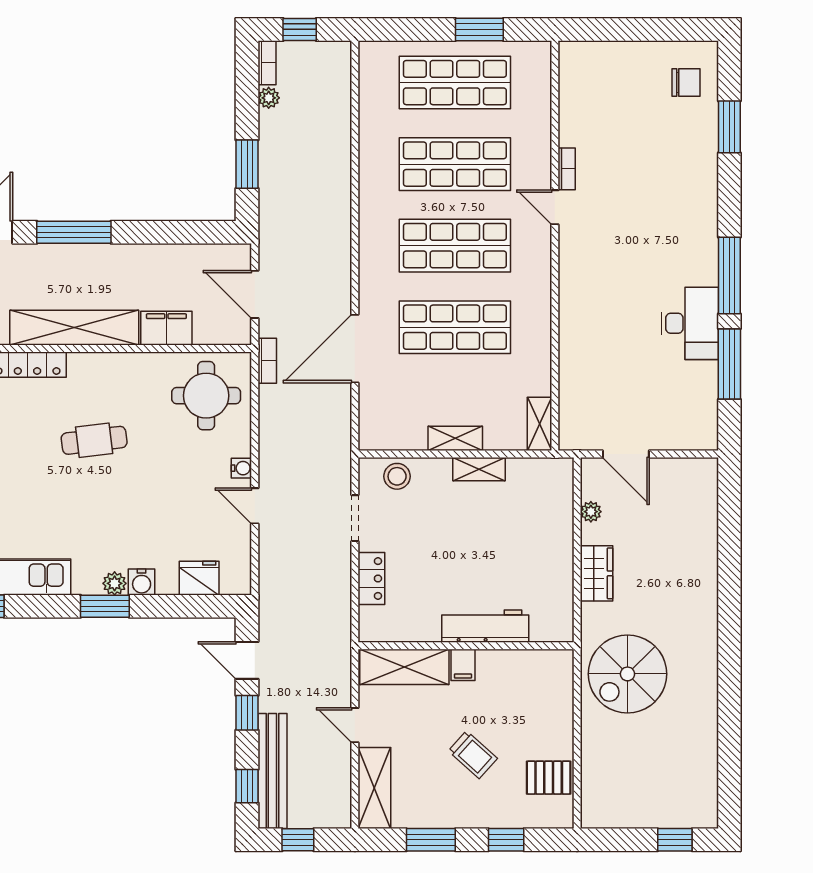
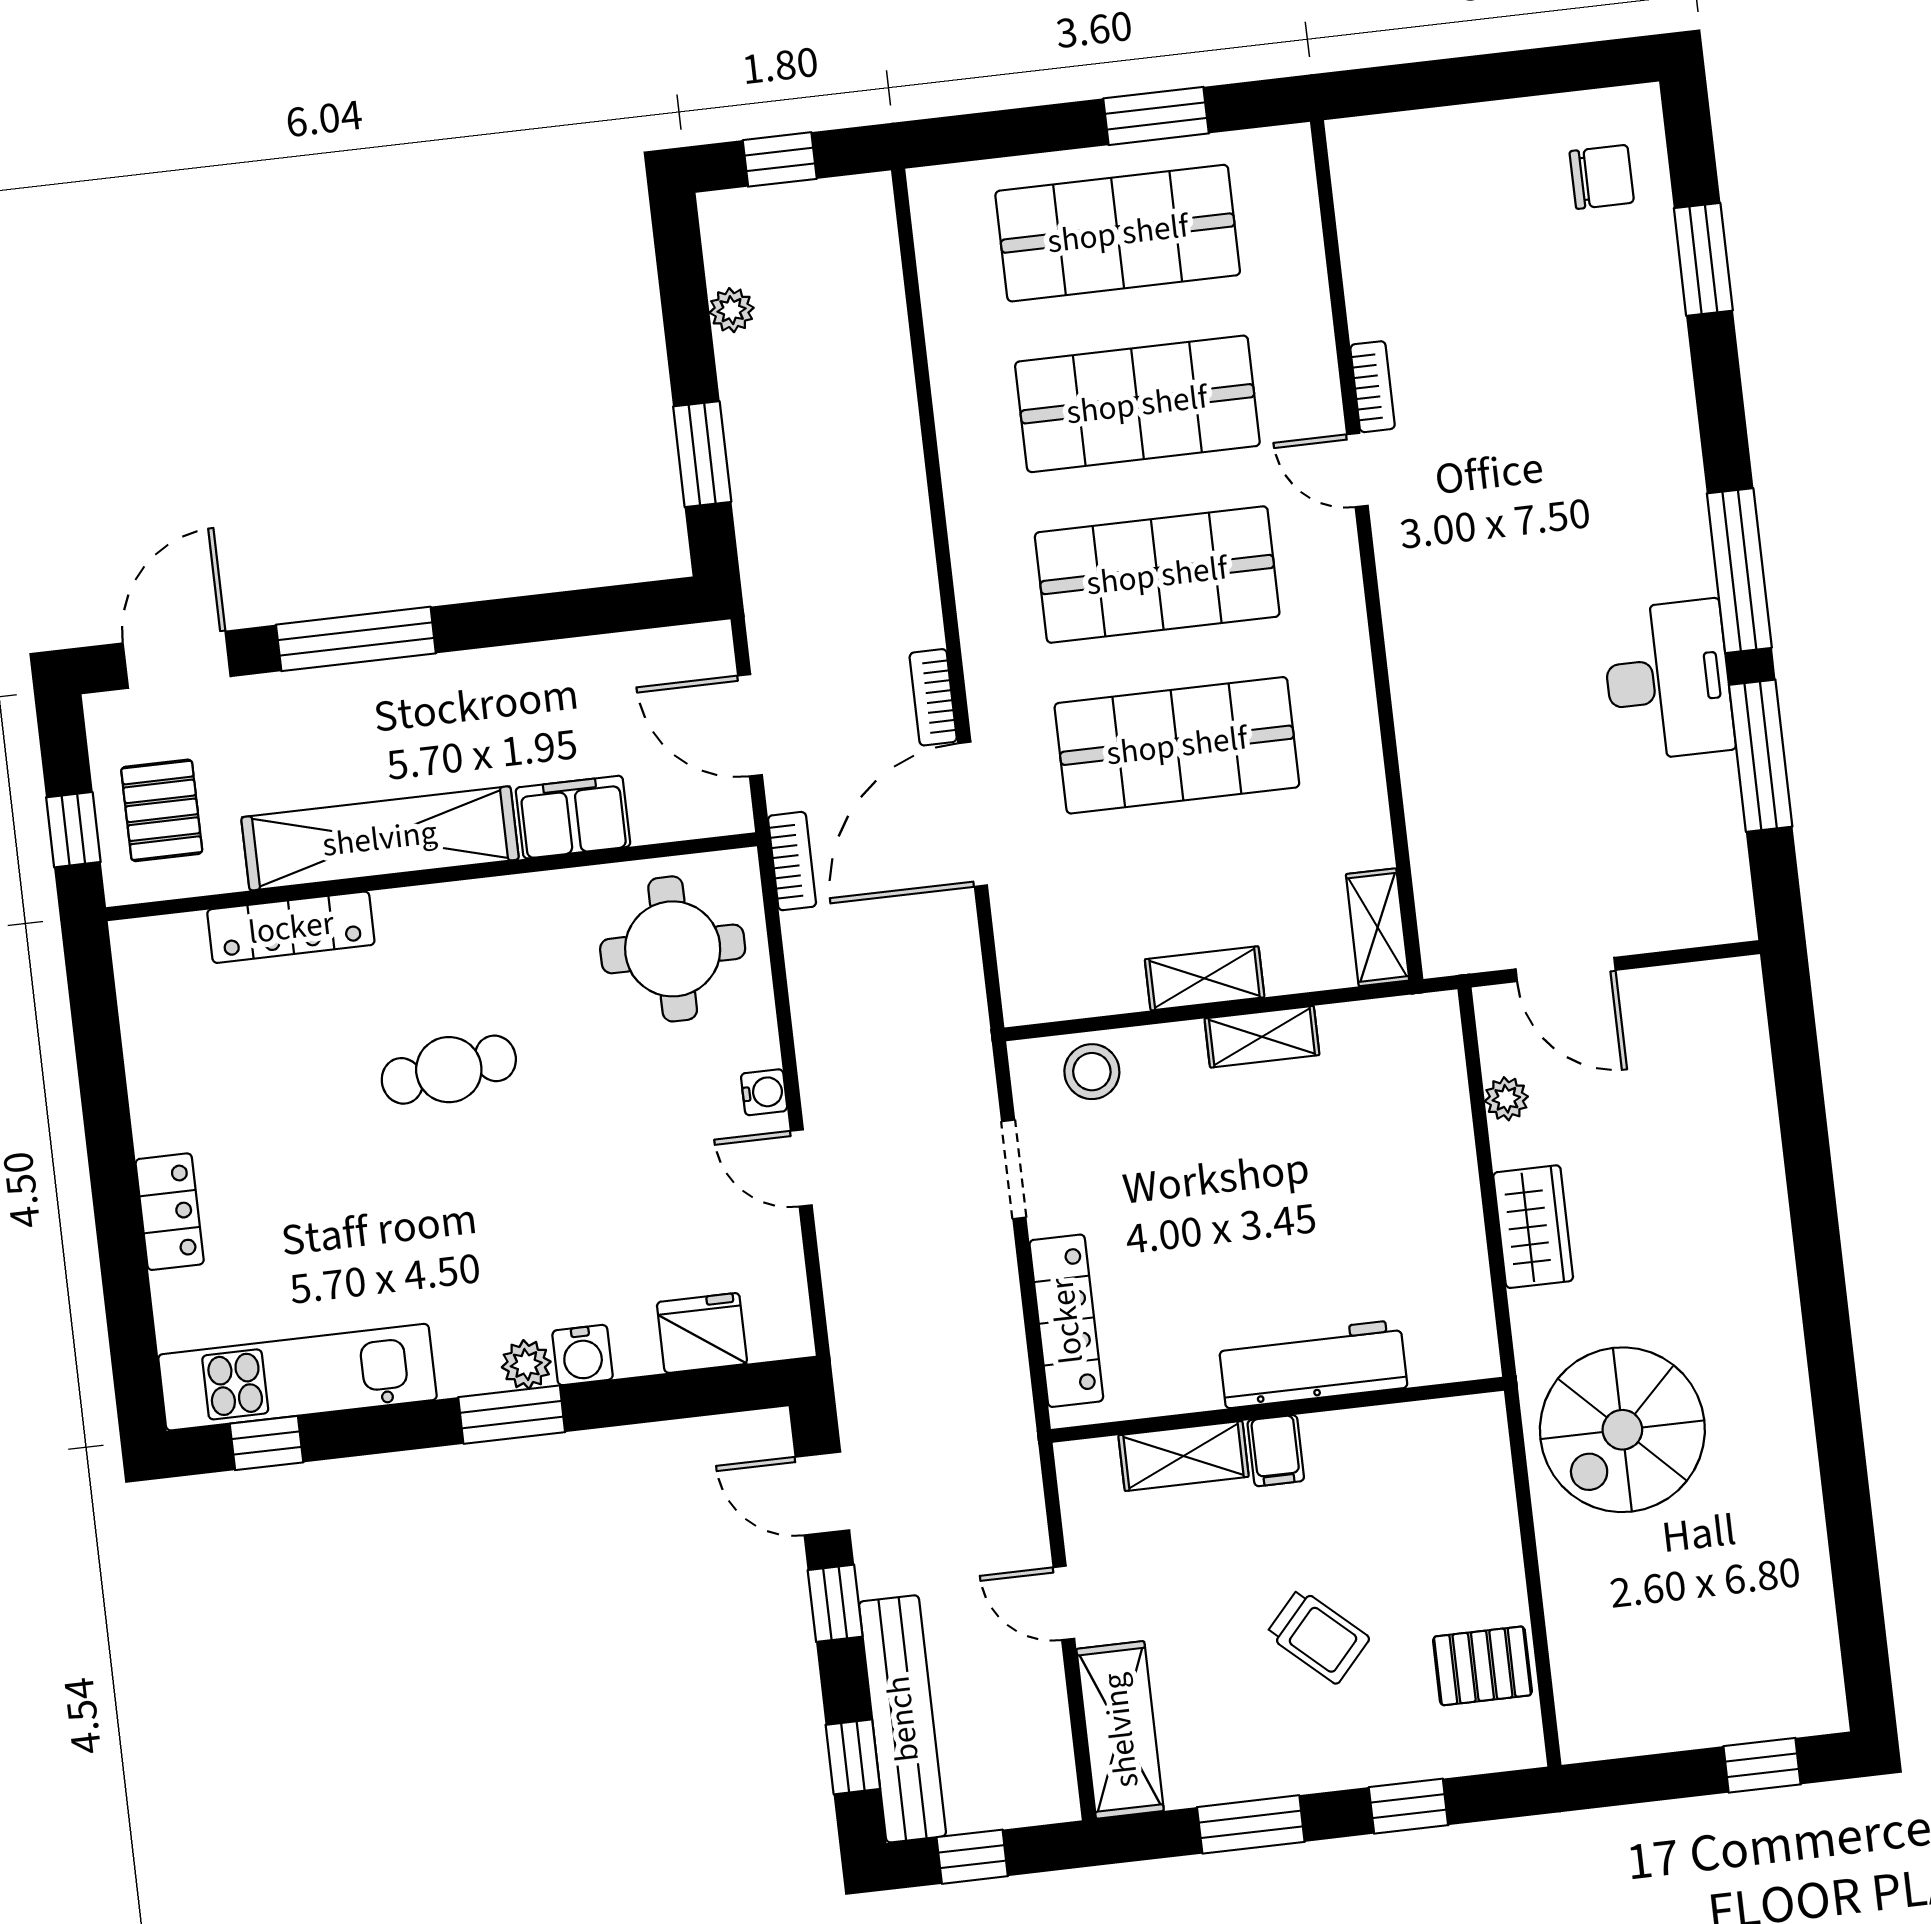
bookcase: (267, 63) -> (933, 697), moved, turned 180
locker: (371, 579) -> (1066, 1321), width x1.53
shelving: (404, 667) -> (1184, 1456), width x0.67, depth x0.75

